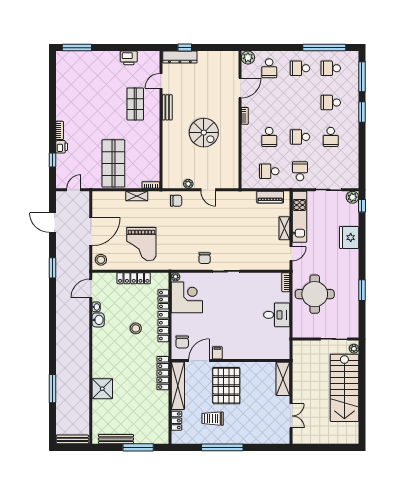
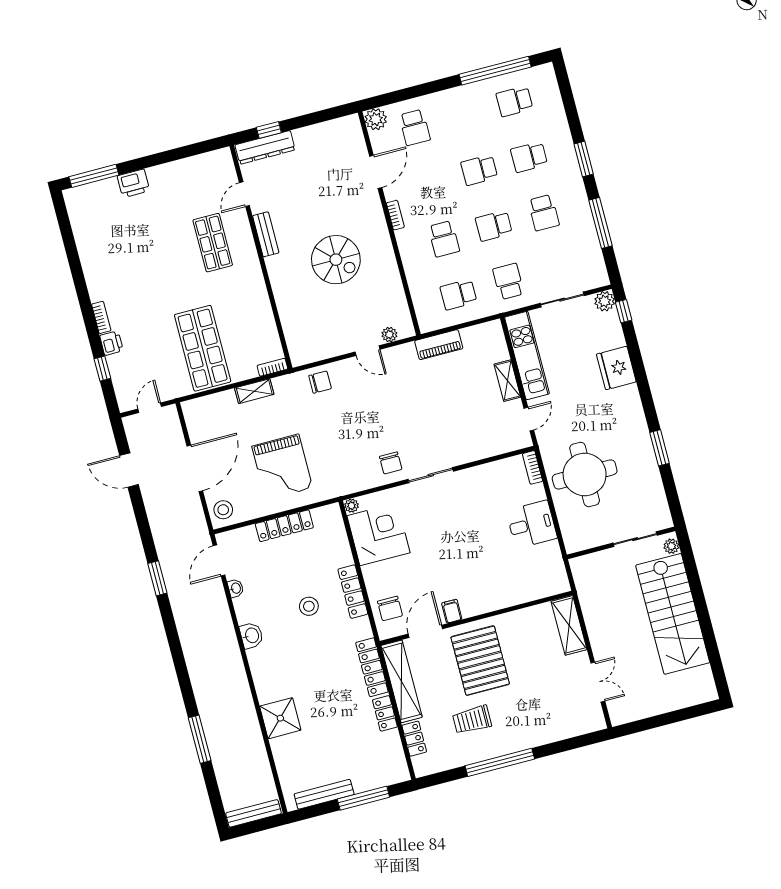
printer: (129, 58) -> (133, 183), moved
school desk: (300, 68) -> (479, 170), moved
window: (362, 77) -> (600, 223), moved
plant: (188, 184) -> (389, 335), moved
piano: (270, 197) -> (439, 345), moved
window: (53, 268) -> (157, 578), moved
locker: (163, 299) -> (385, 713), moved
washbasin: (98, 320) -> (251, 636), moved

